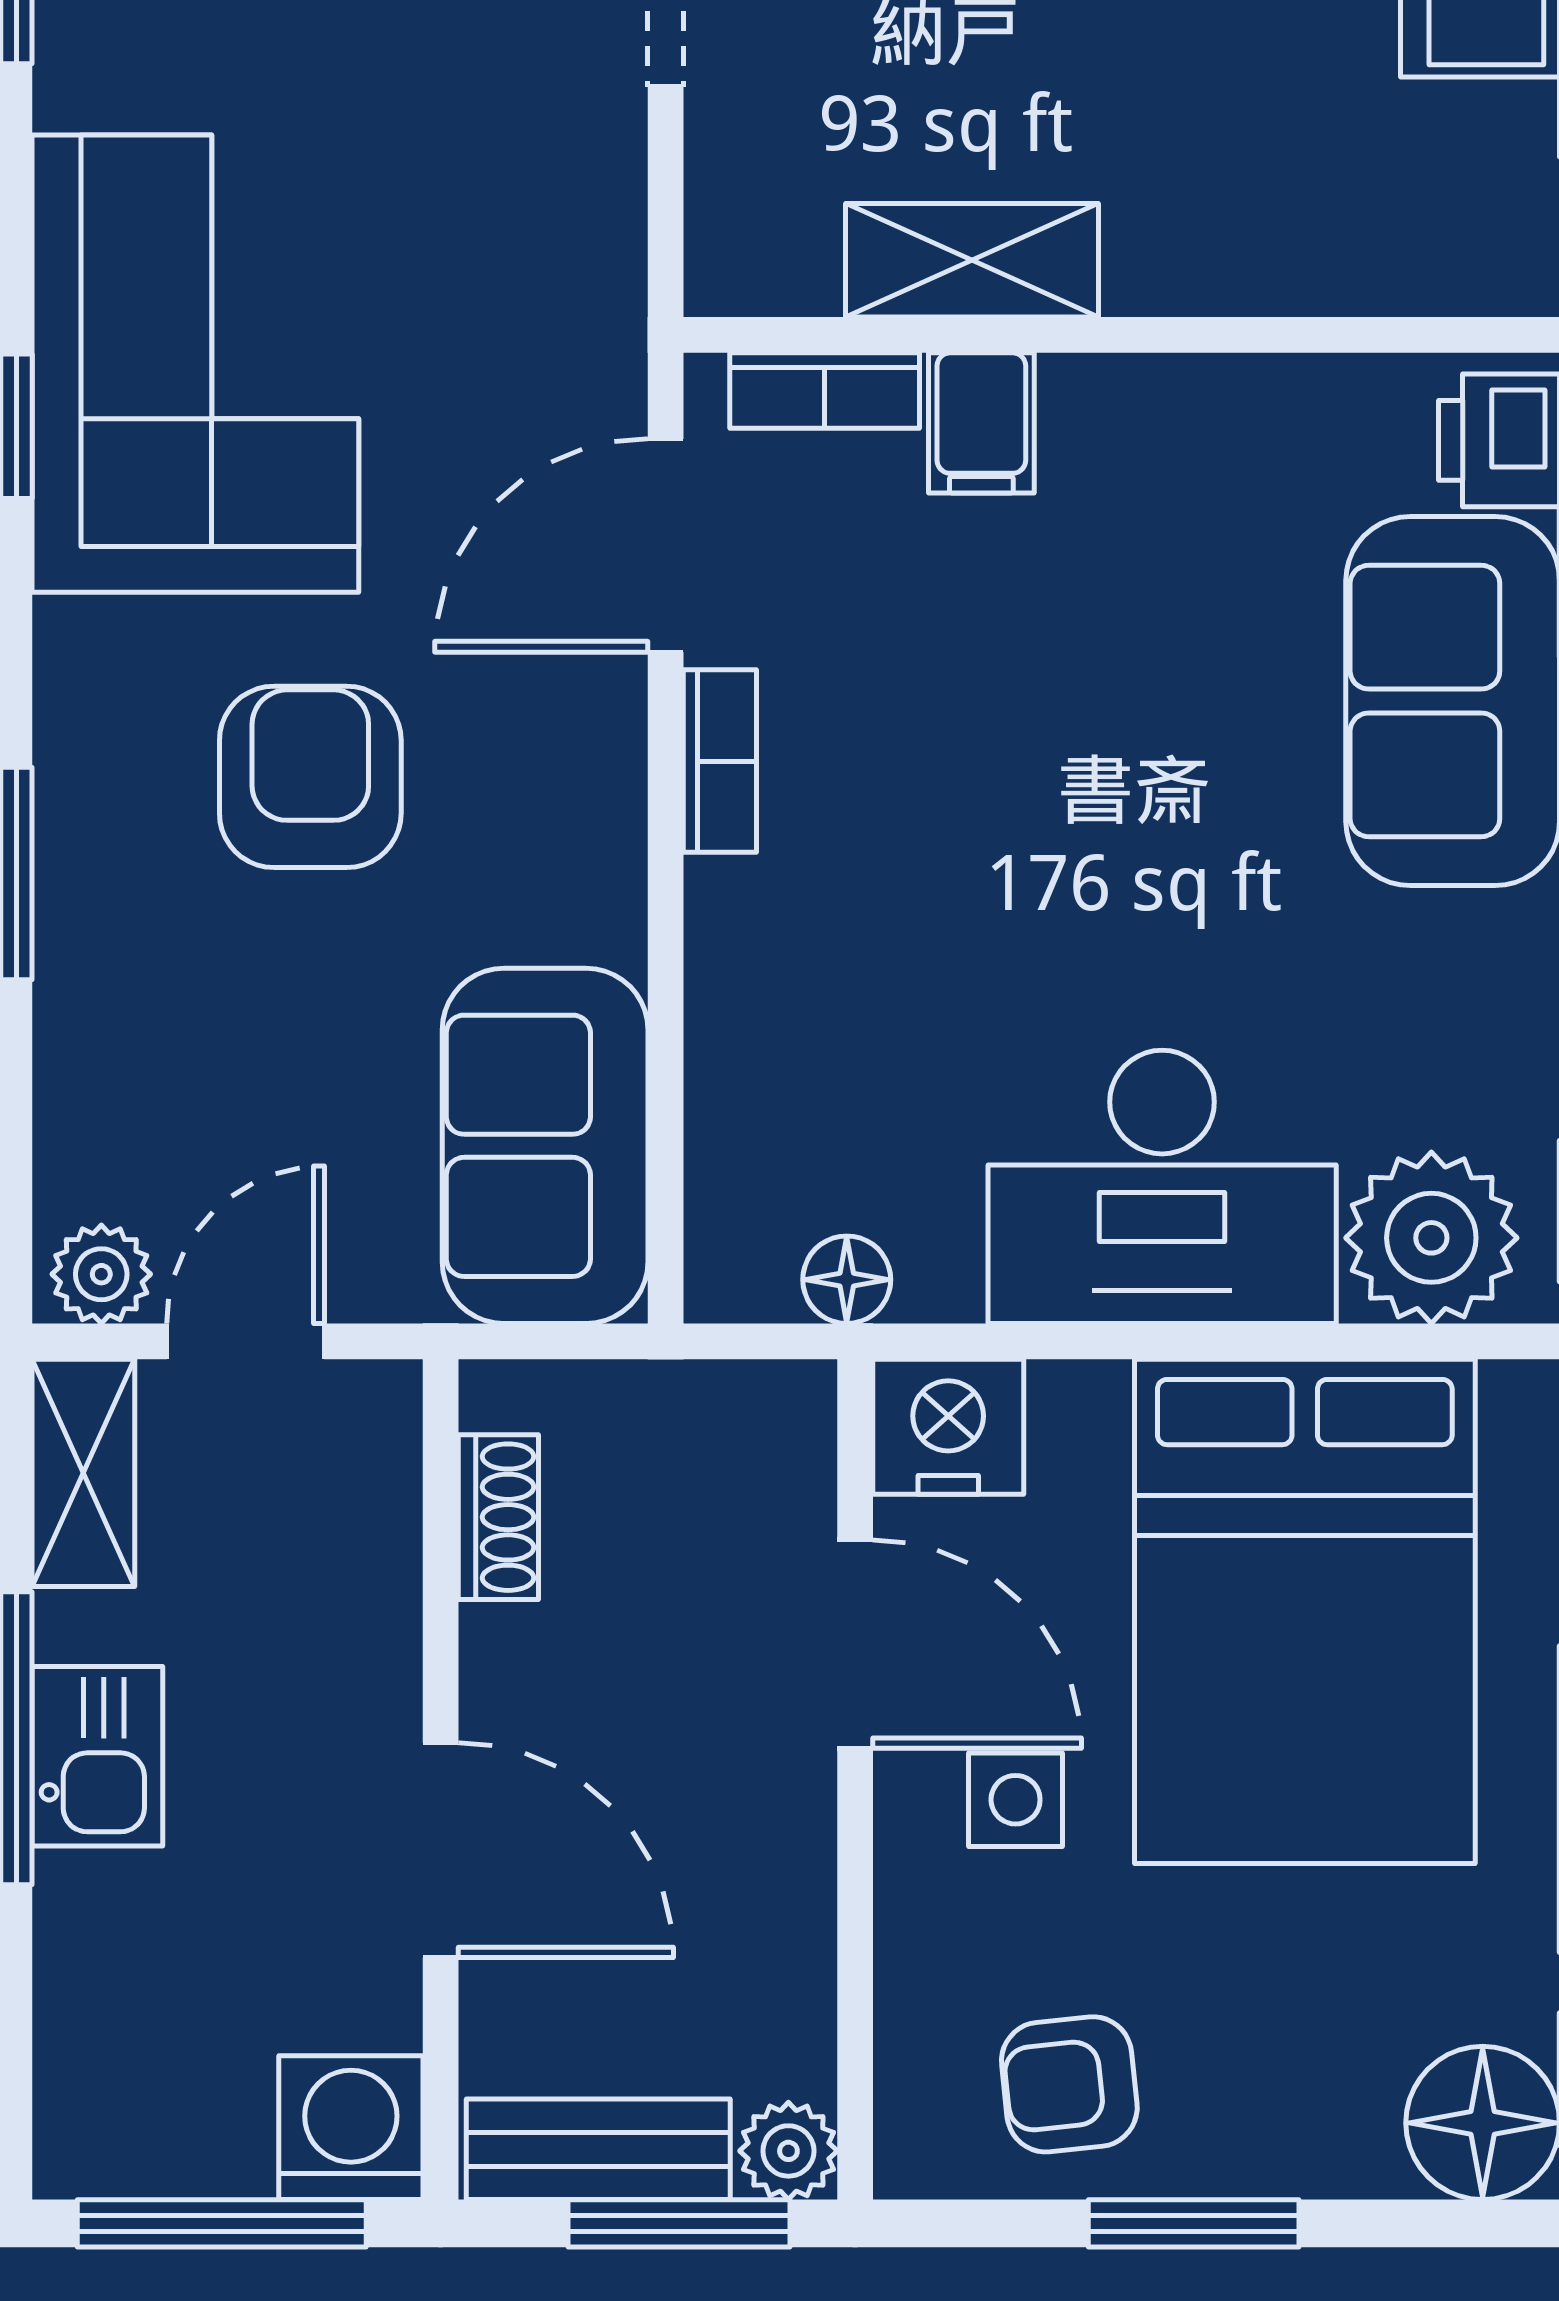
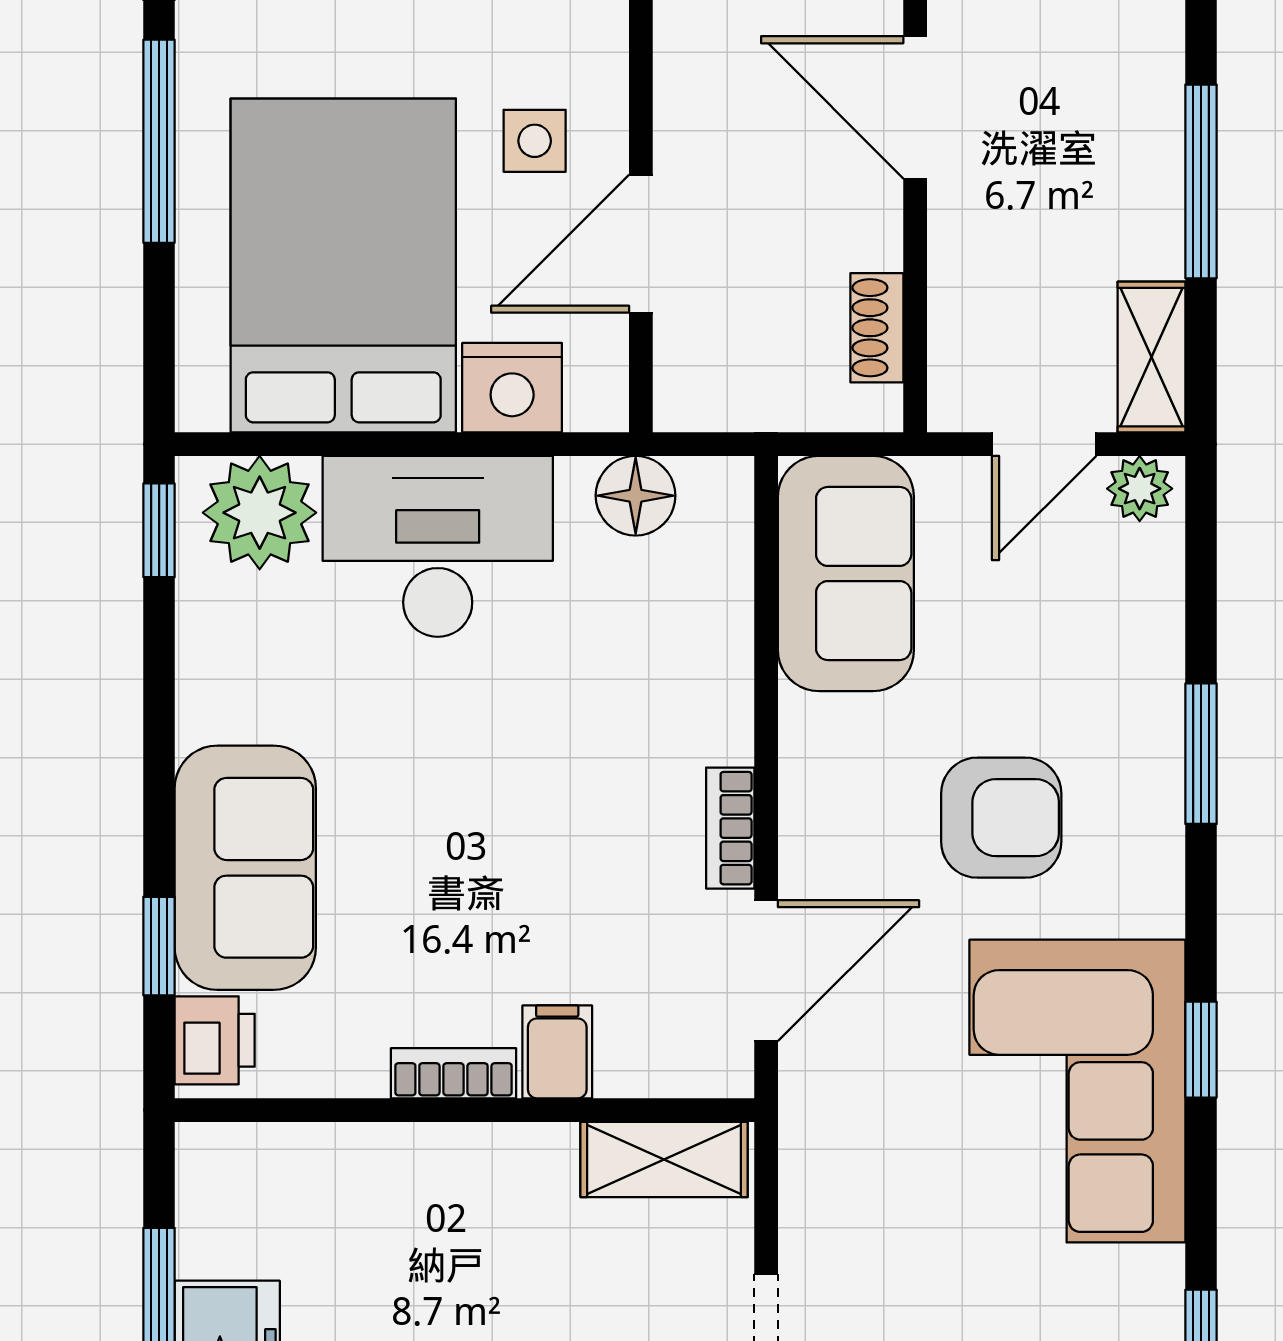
shelving: (972, 260) -> (664, 1159), moved
bookcase: (825, 391) -> (453, 1073), moved
armchair: (310, 777) -> (1001, 818), turned -90
floor lamp: (847, 1280) -> (636, 496), width x1.37, depth x1.37
nightstand: (948, 1427) -> (512, 388), moved
door: (855, 1644) -> (641, 244), hinge flipped
kitchen sink: (97, 1756) -> (1142, 170), removed

